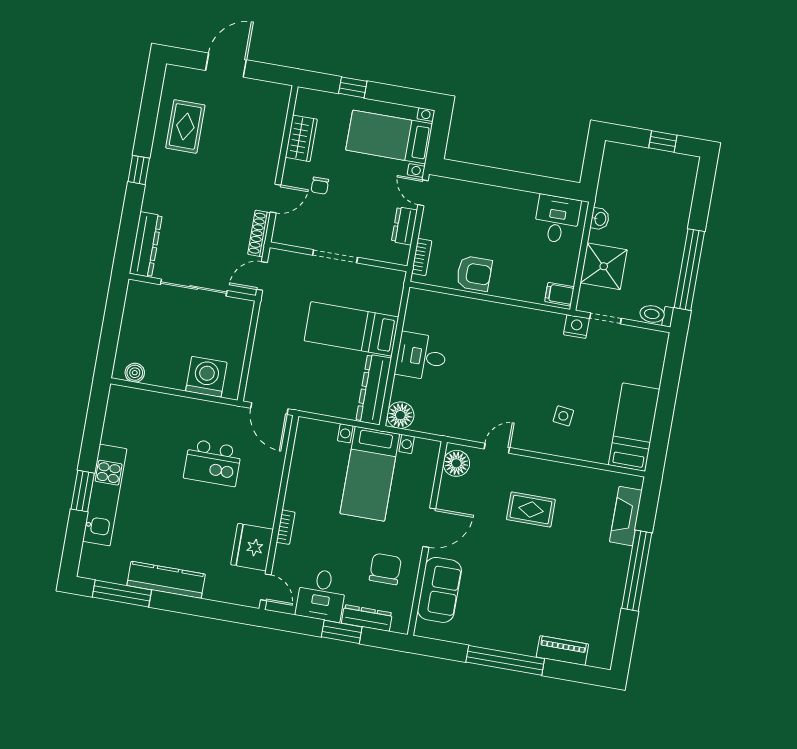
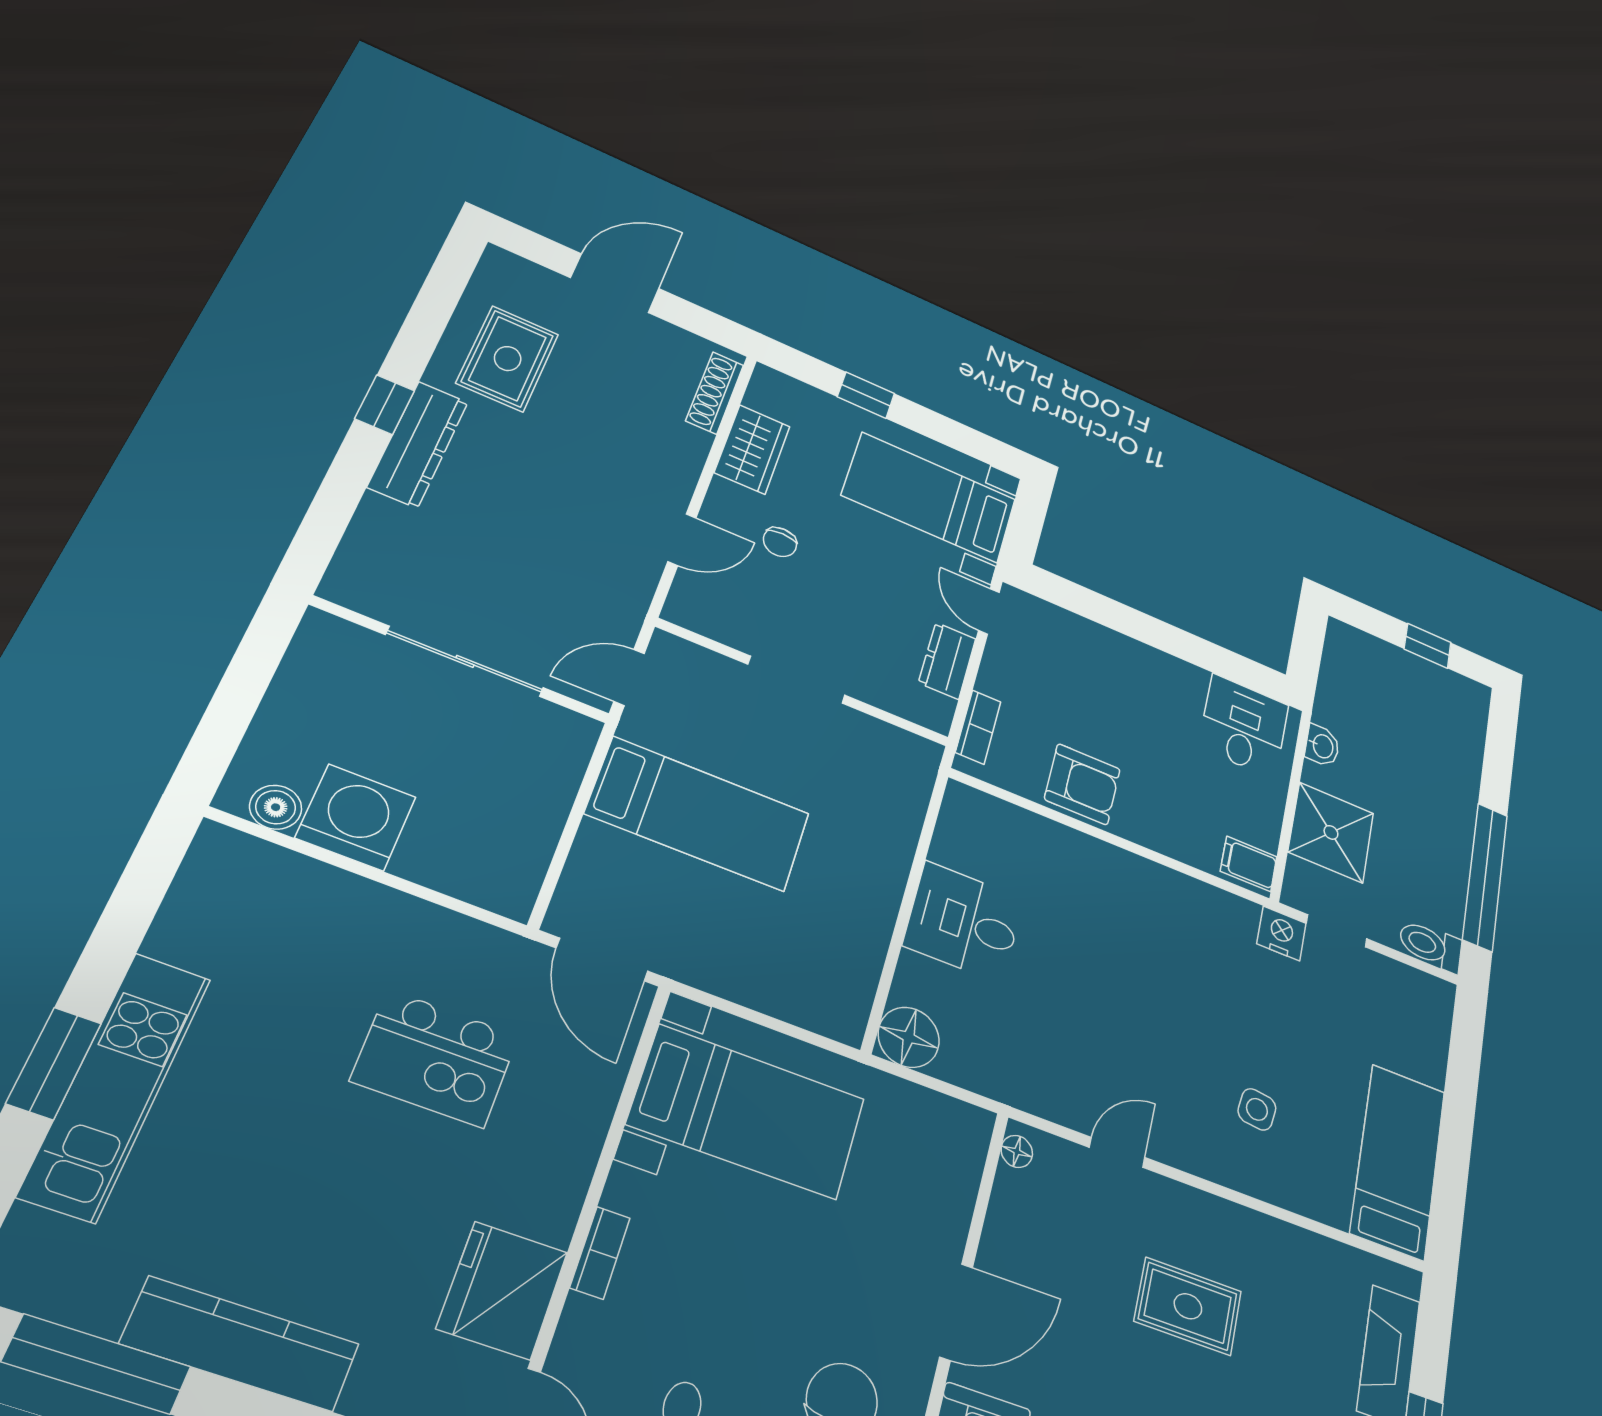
shoe rack: (259, 233) -> (715, 393), moved
dresser: (146, 245) -> (418, 444), moved
bed: (351, 329) -> (698, 814), moved, turned 180
washing machine: (206, 377) -> (356, 817), moved
dresser: (374, 389) -> (853, 969), removed
floor lamp: (456, 463) -> (1017, 1151), width x0.53, depth x0.53
bed with nightstands: (370, 474) -> (747, 1112), moved, turned -90

